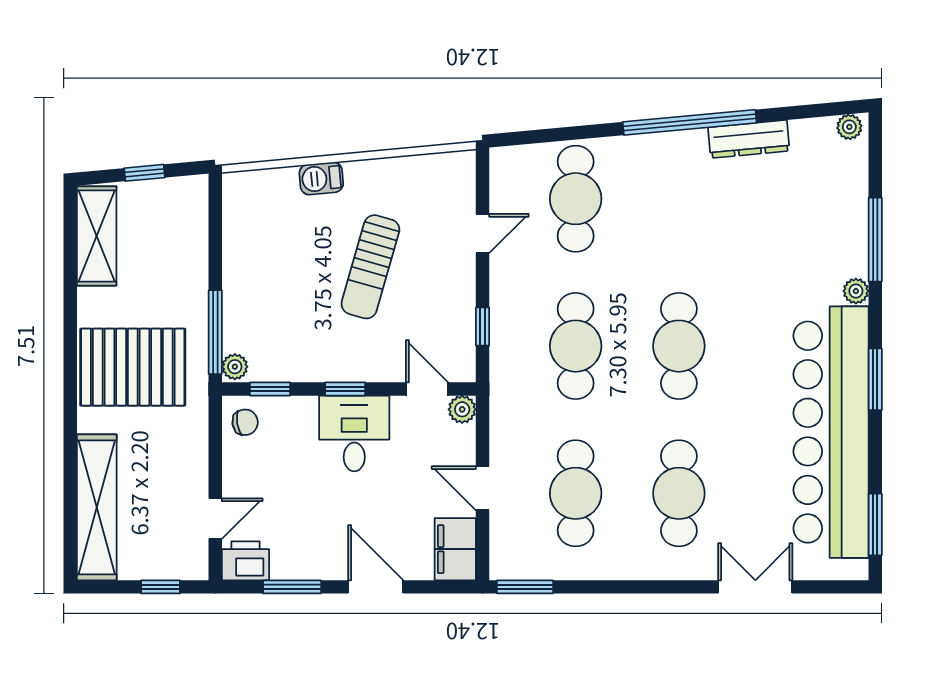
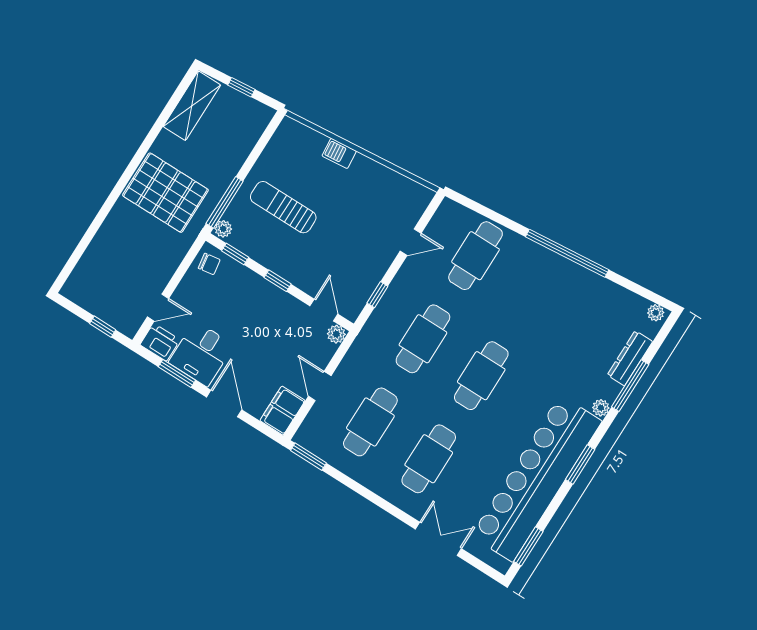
dresser: (749, 139) -> (630, 358), moved, turned 95
sun lounger: (370, 267) -> (283, 207), moved, turned 74
desk: (354, 433) -> (201, 354), moved, turned 180
shelving: (97, 507) -> (95, 259), removed

